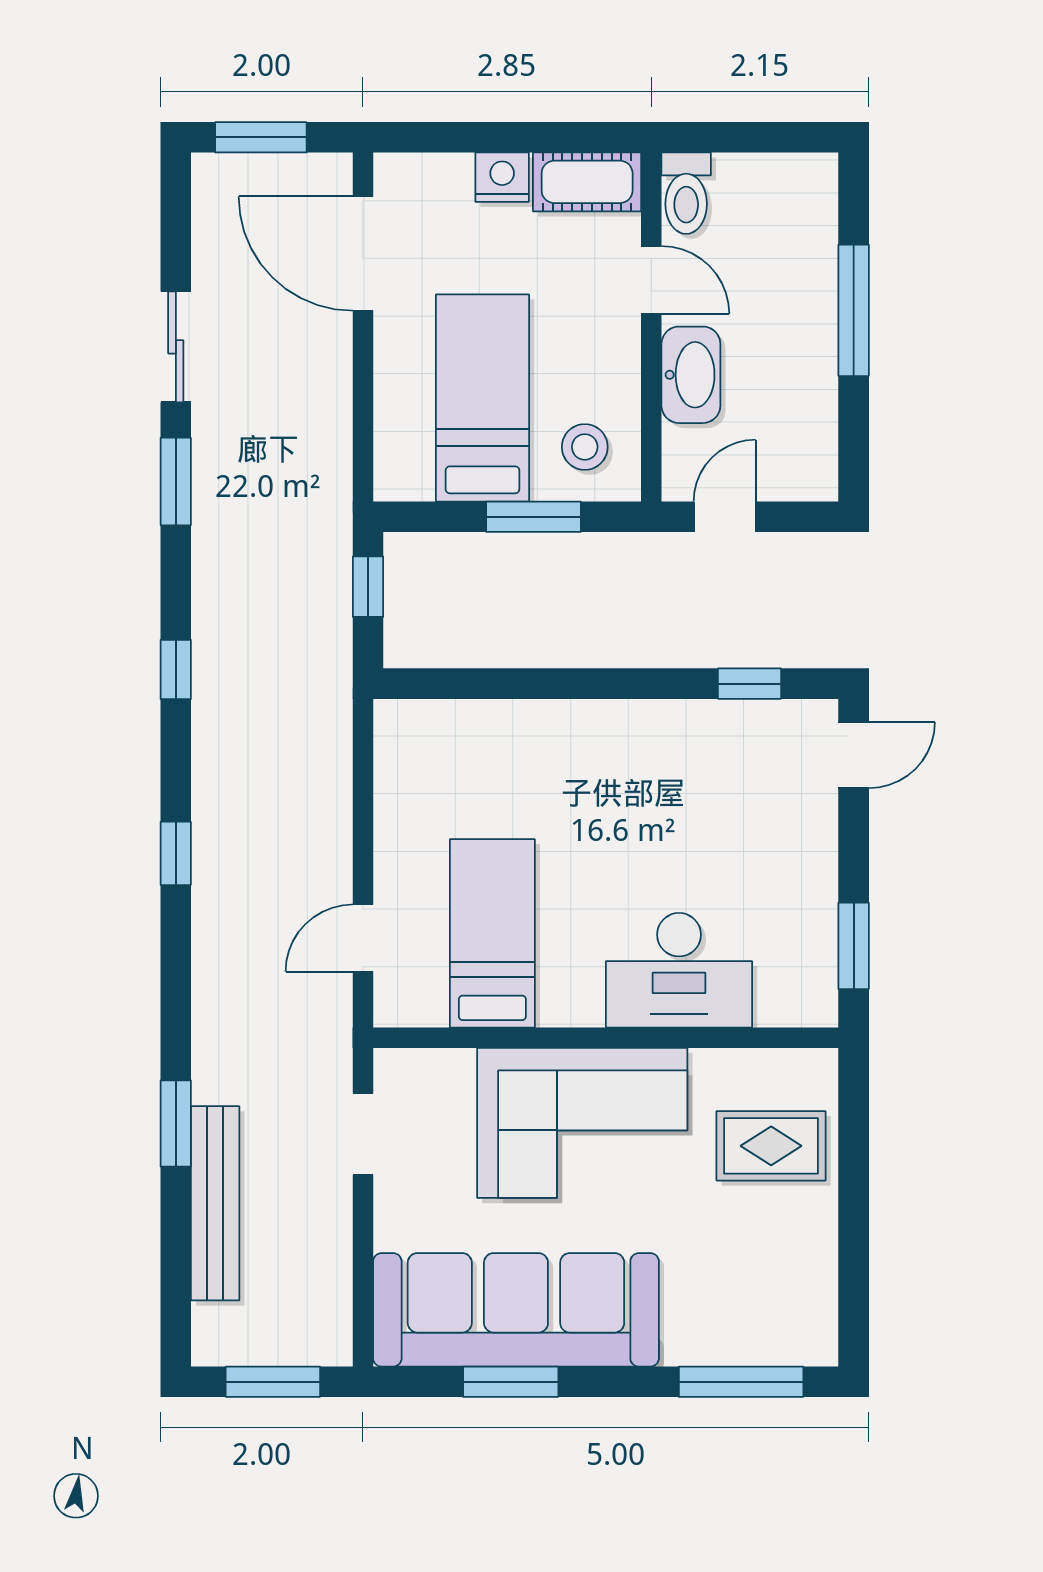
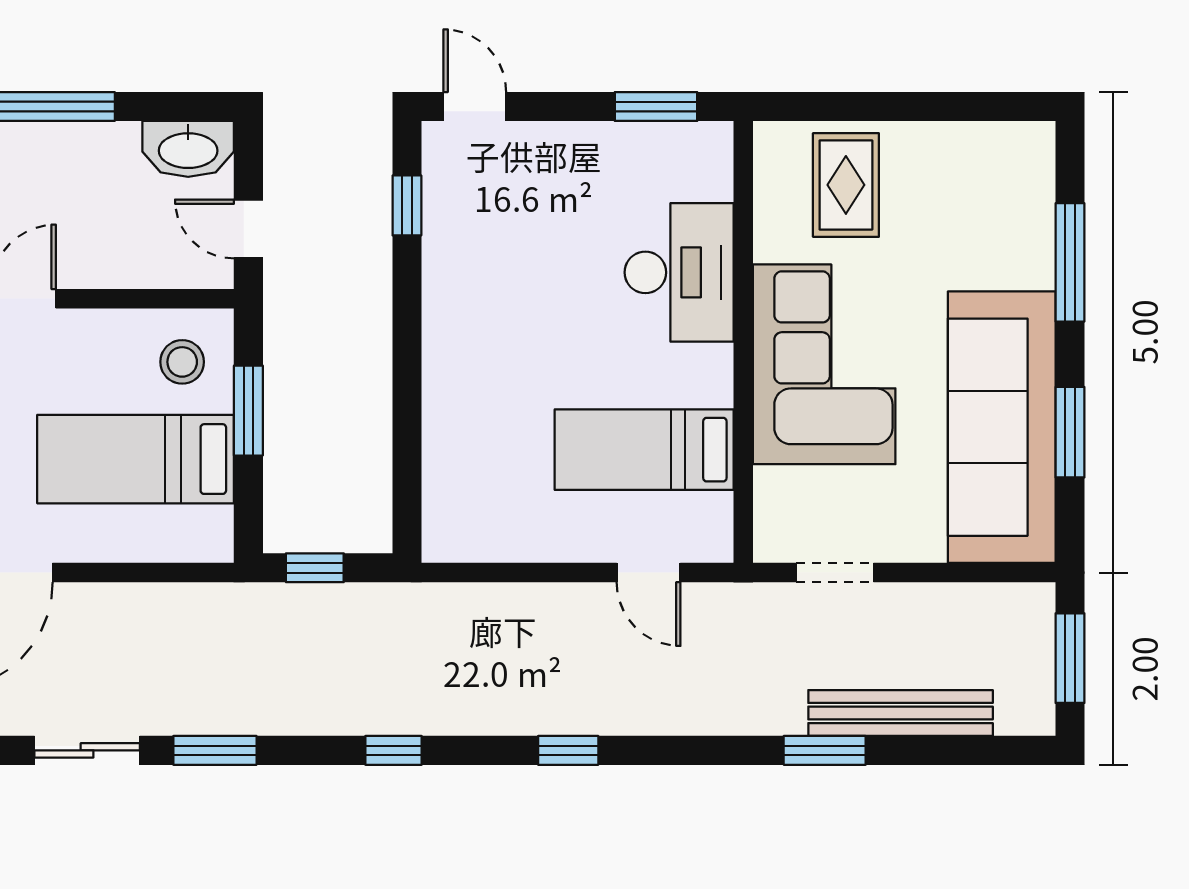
washbasin: (691, 375) -> (188, 149), moved, turned 180
window: (741, 1382) -> (1070, 262), moved

